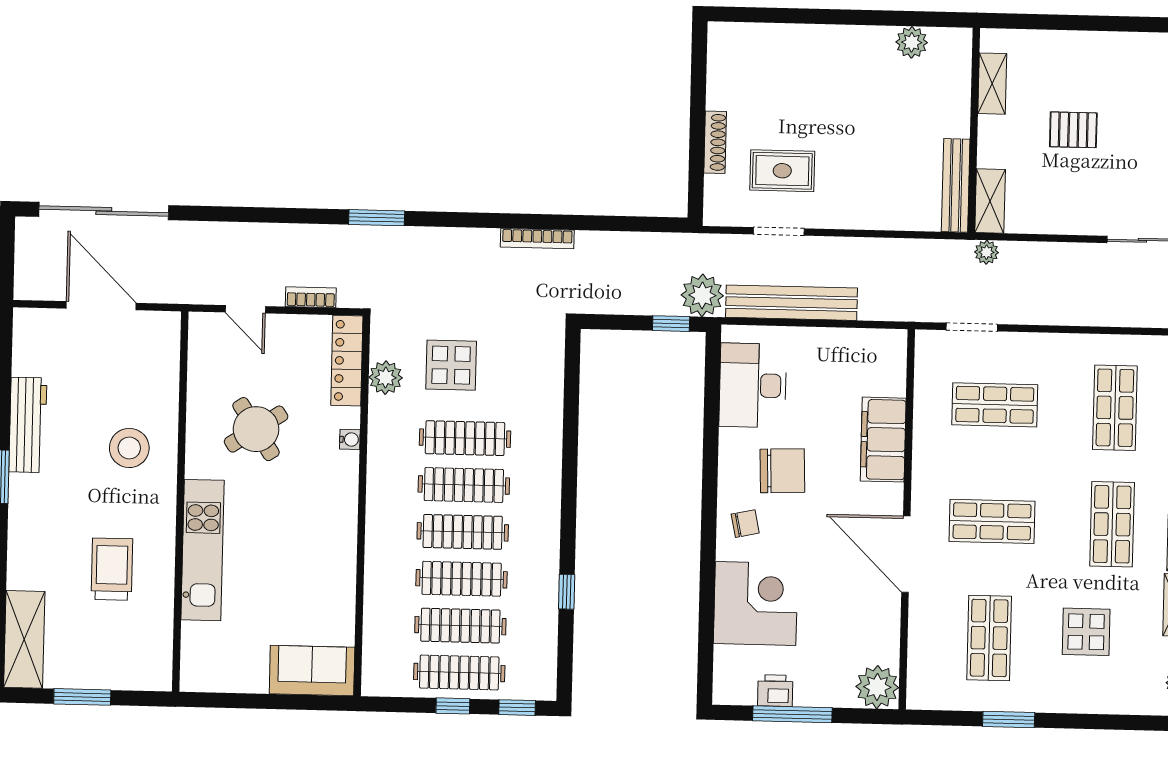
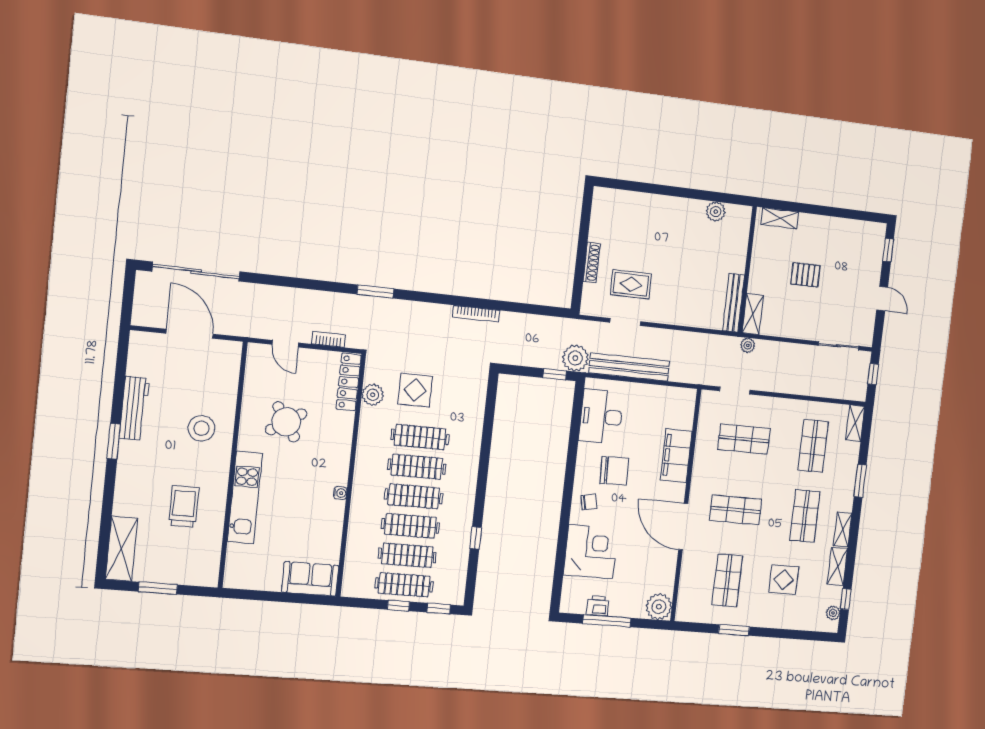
shelving: (992, 84) -> (780, 218), moved, turned 90
water cooler: (350, 439) -> (340, 493), moved

